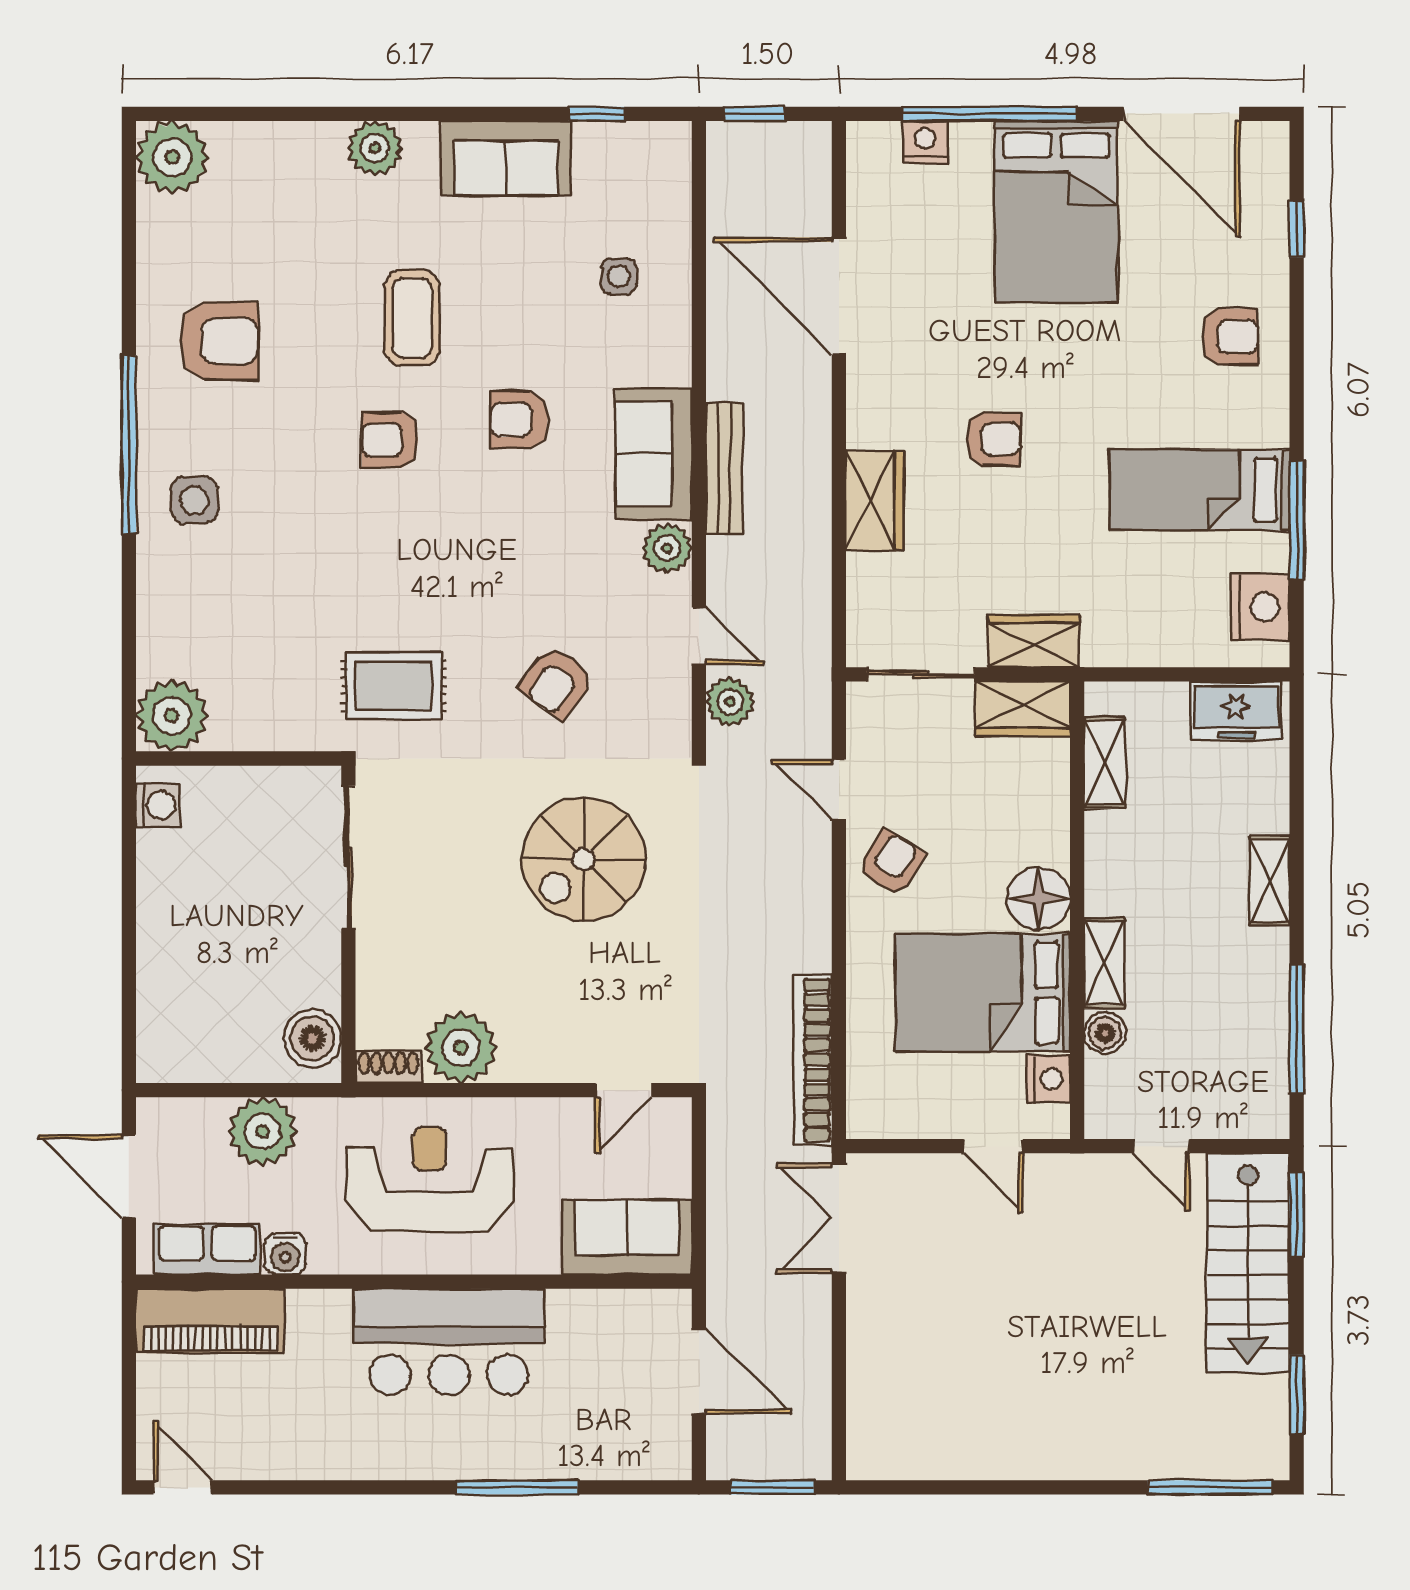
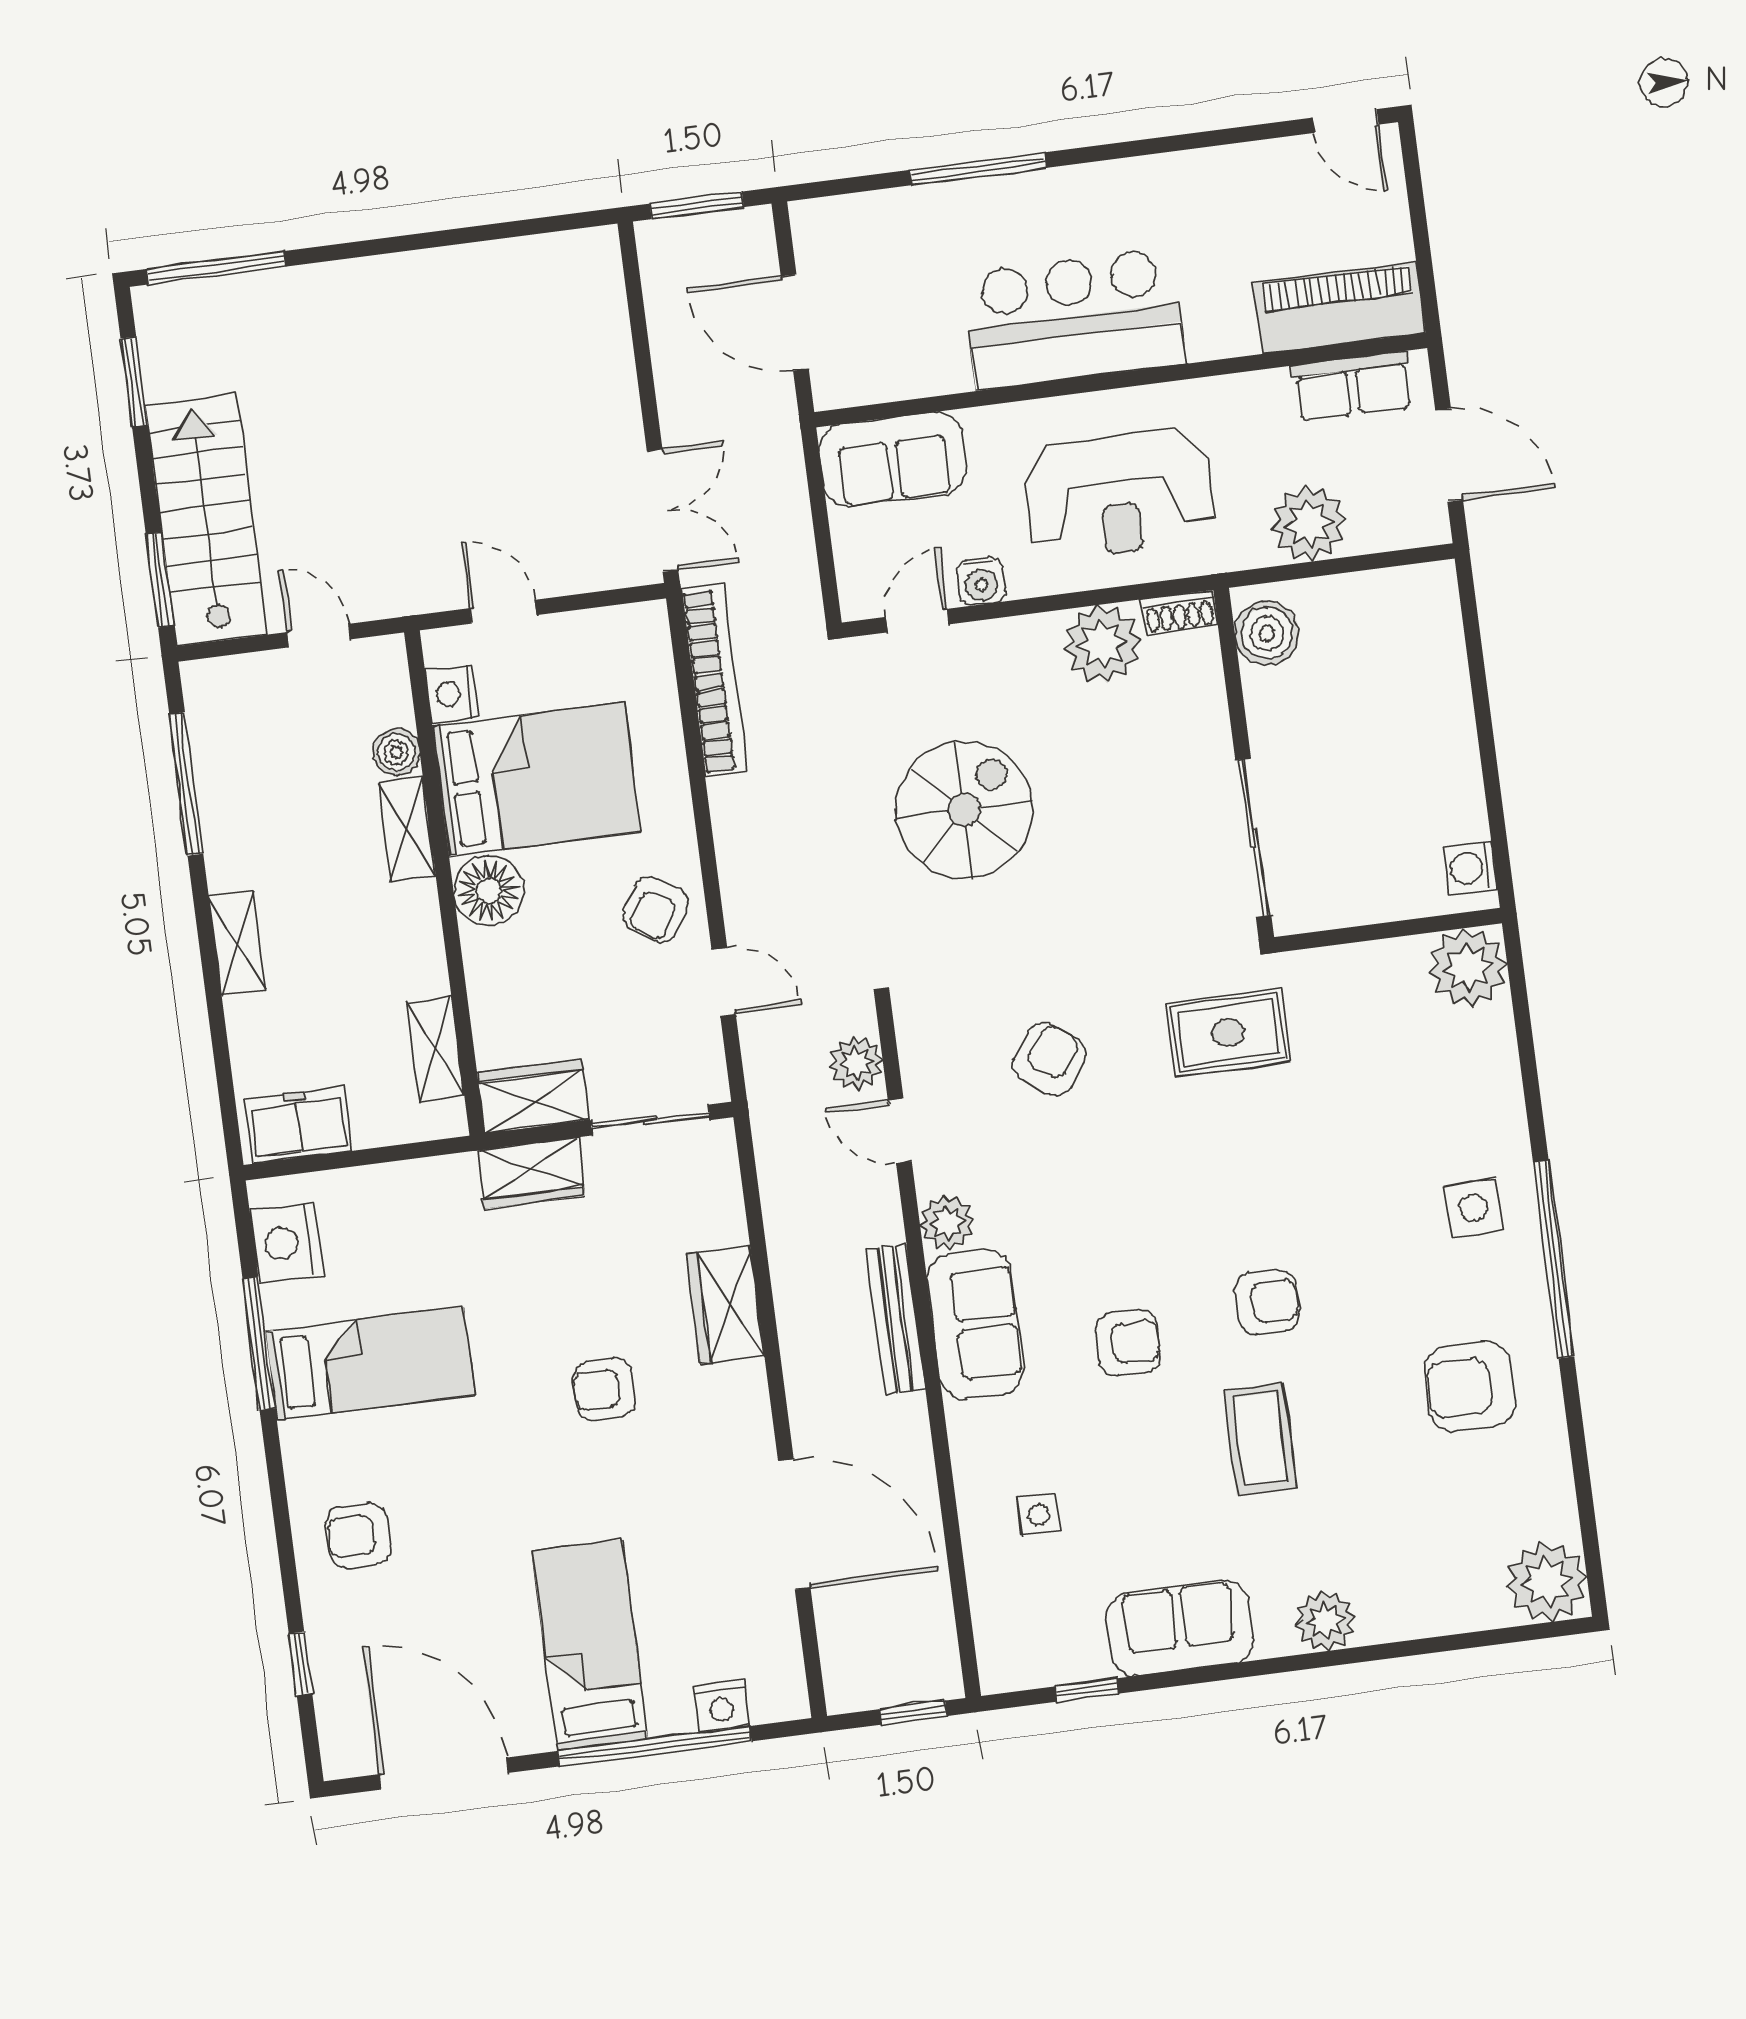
bed: (1056, 212) -> (590, 1645), width x0.67
spiral stairs: (584, 859) -> (964, 810), moved
water cooler: (285, 1254) -> (981, 581), moved, turned 180

